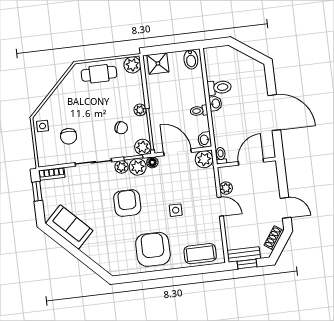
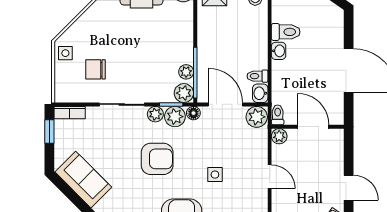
plant: (140, 110) -> (186, 72), moved
toilet: (199, 111) -> (257, 76), moved
chair: (121, 128) -> (161, 67), removed
chair: (69, 136) -> (96, 69), turned 90
door: (251, 162) -> (313, 127), hinge flipped
plant: (226, 188) -> (279, 136), moved
armchair: (127, 203) -> (157, 159), turned 90

